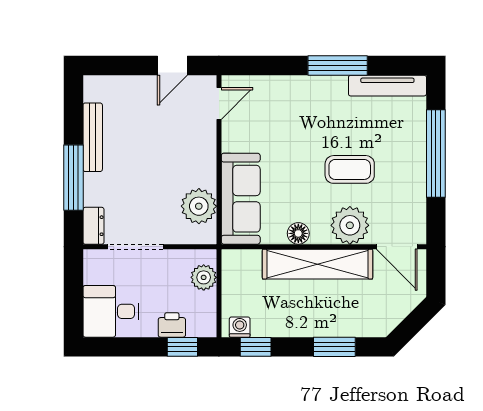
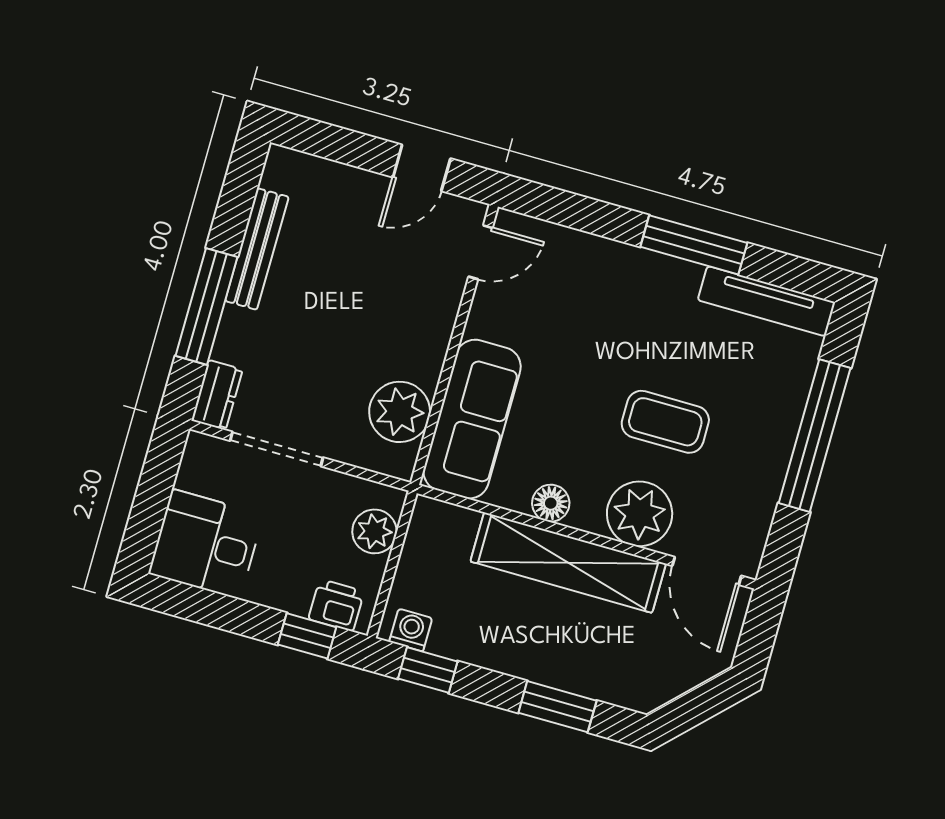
printer: (172, 325) -> (336, 605), moved

